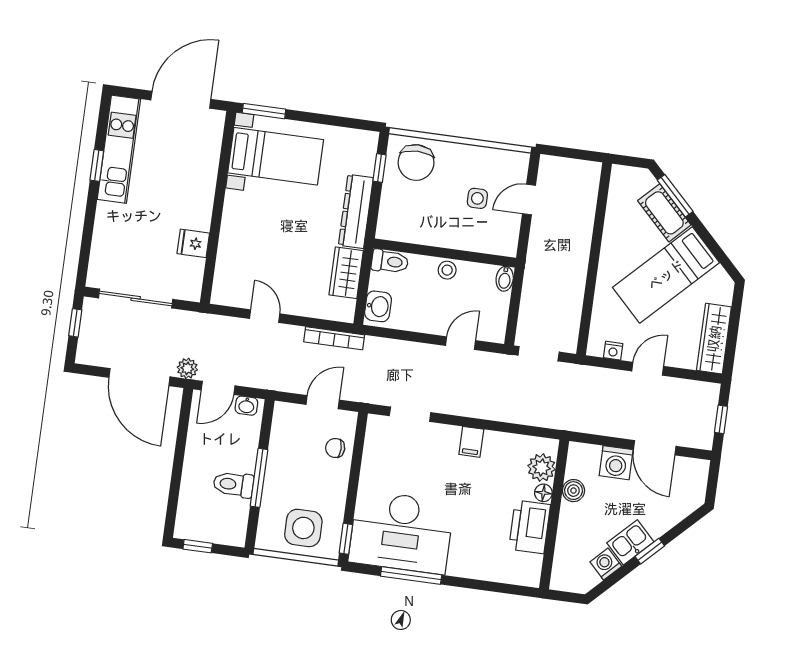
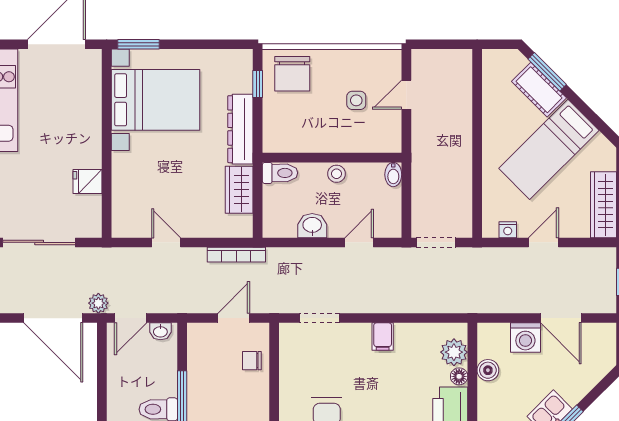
bed with nightstands: (276, 156) -> (156, 100), width x1.36
washbasin: (378, 306) -> (312, 226), moved, turned -90

